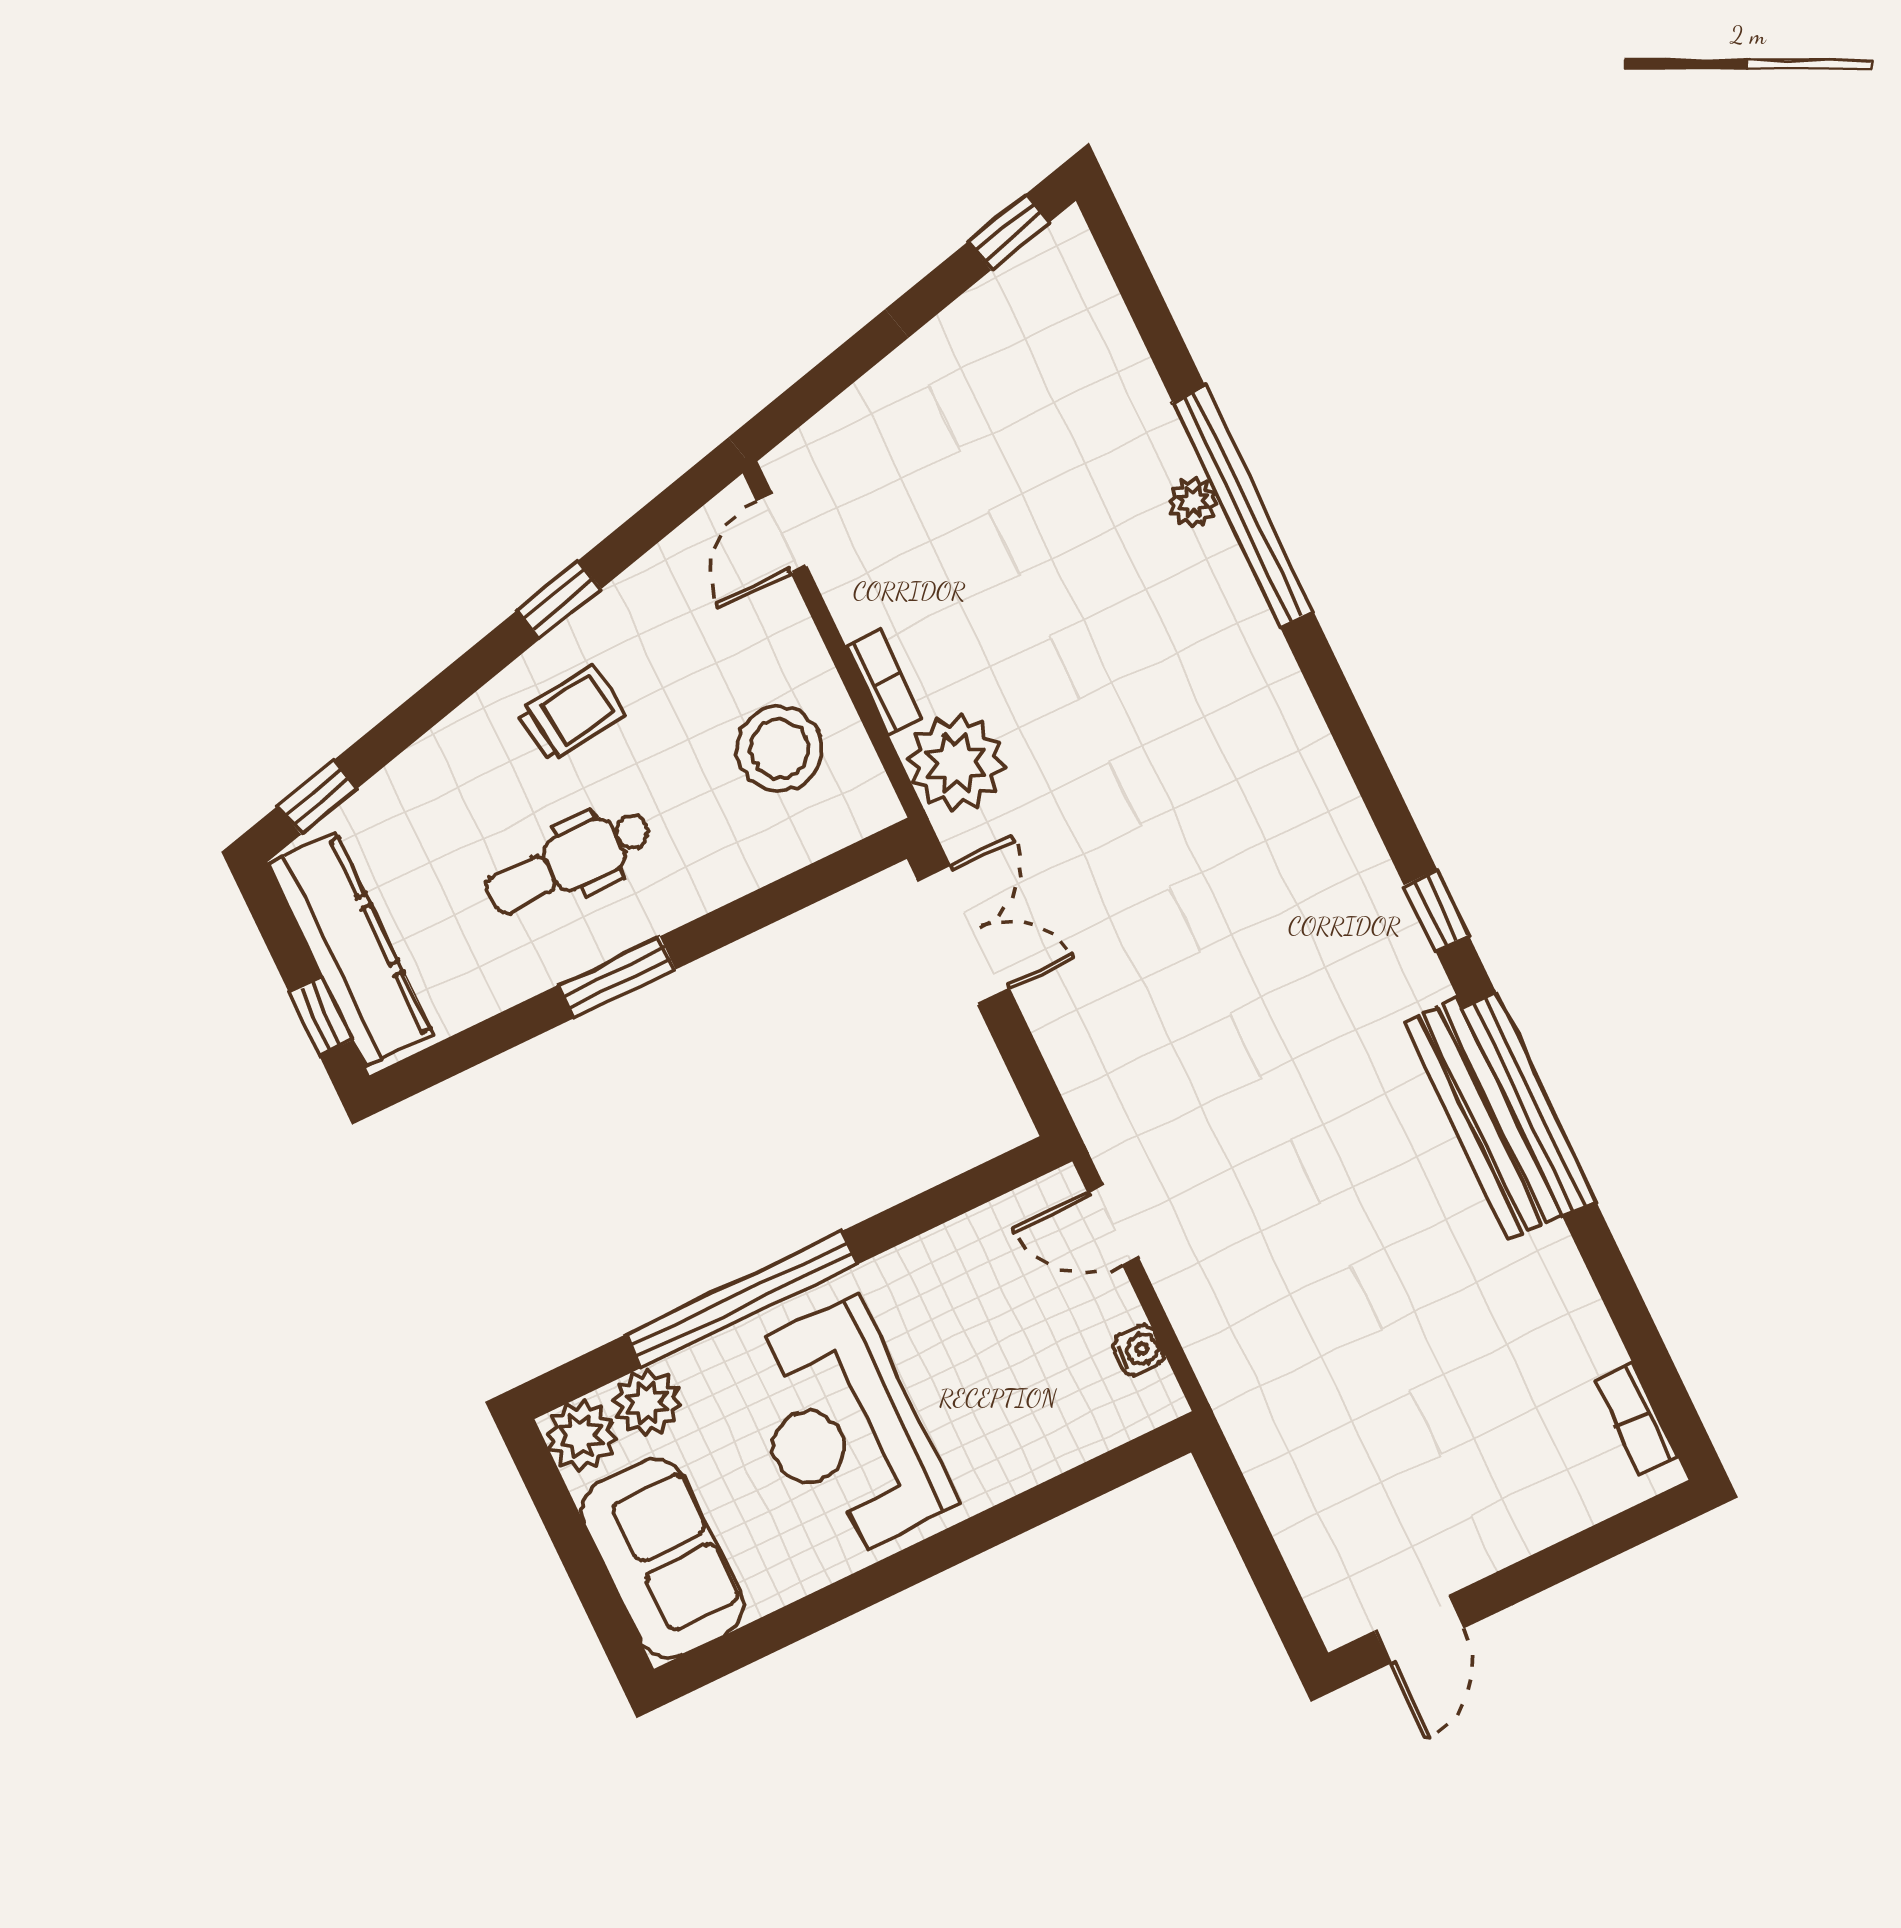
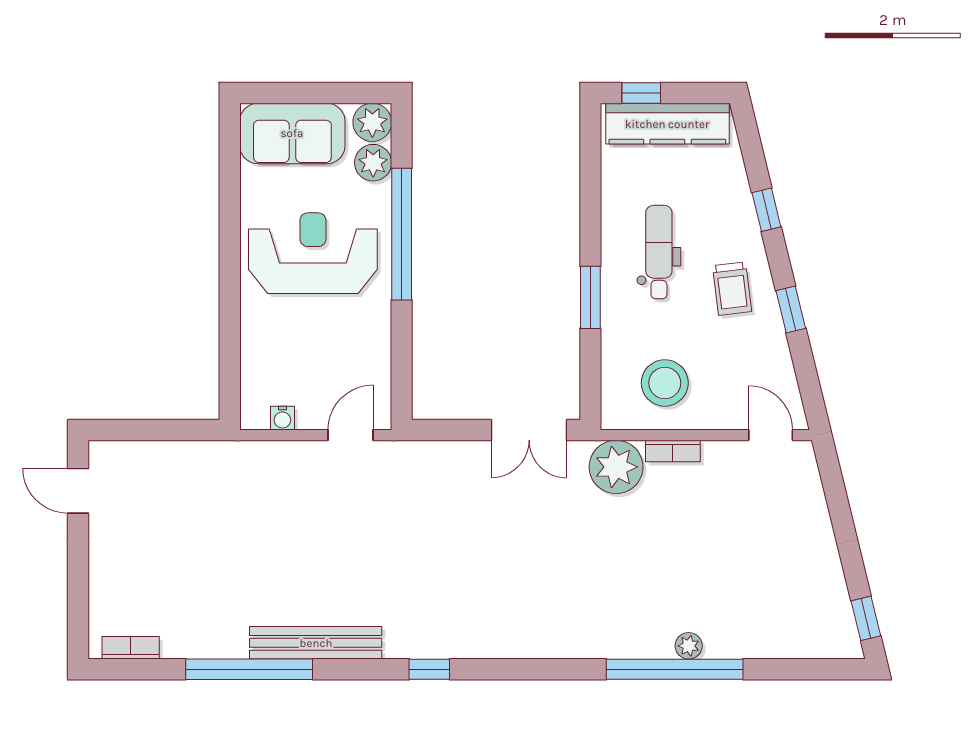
window: (317, 797) -> (766, 210), moved
window: (617, 977) -> (590, 297), moved
window: (1529, 1104) -> (249, 669), moved

